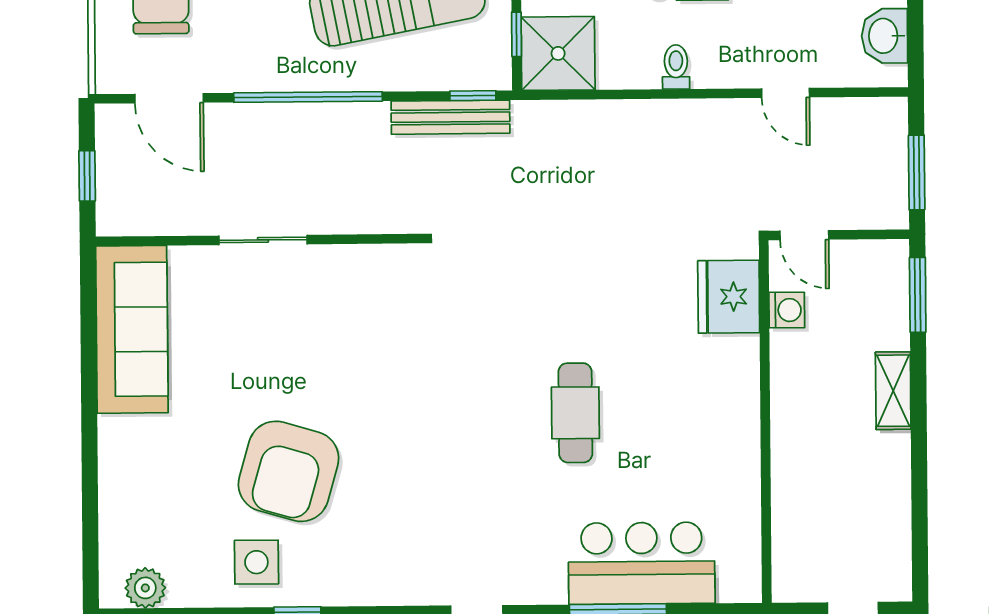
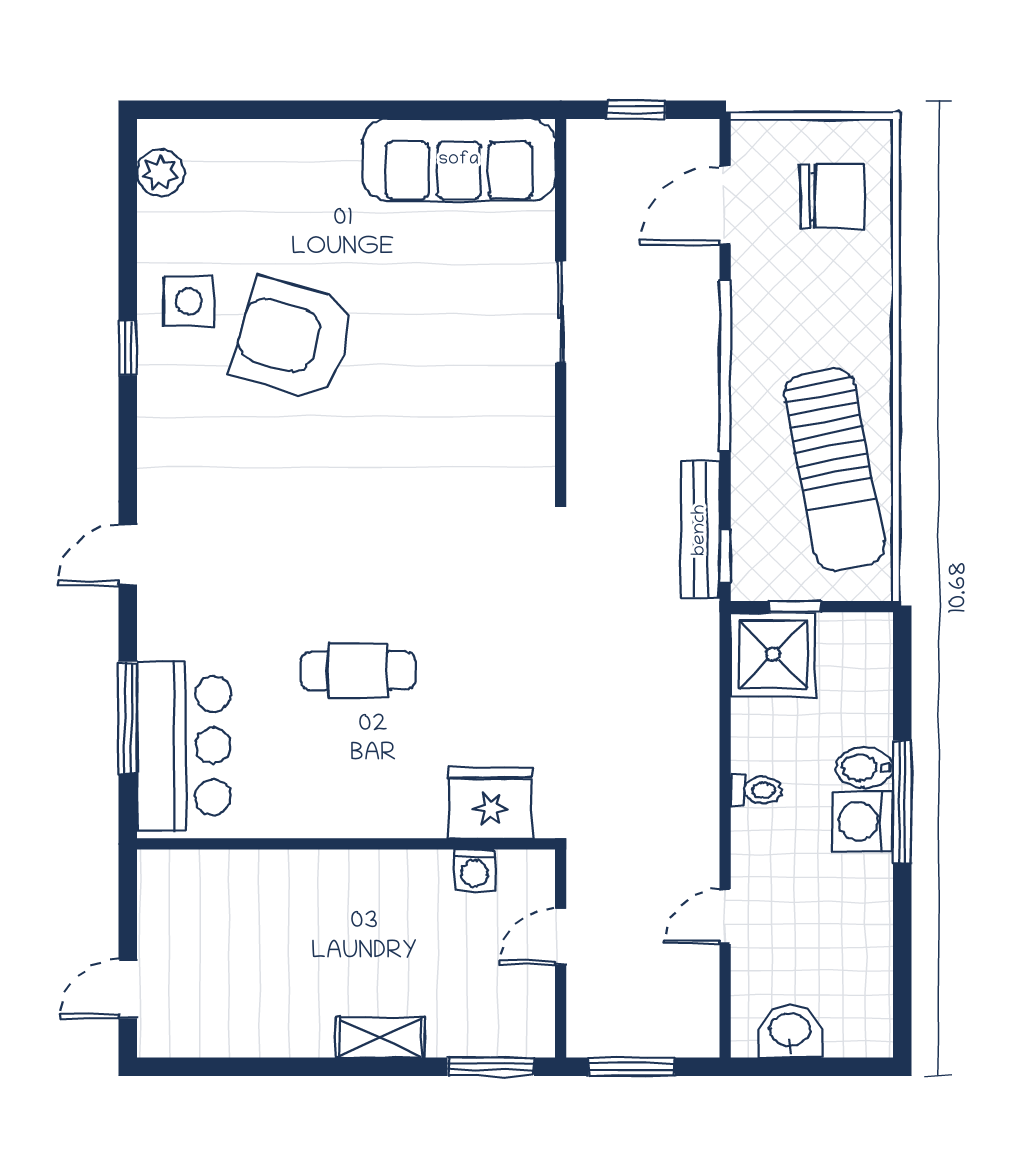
fridge: (729, 297) -> (491, 803), moved
washing machine: (787, 310) -> (475, 870), moved
wall: (765, 422) -> (346, 844), moved

